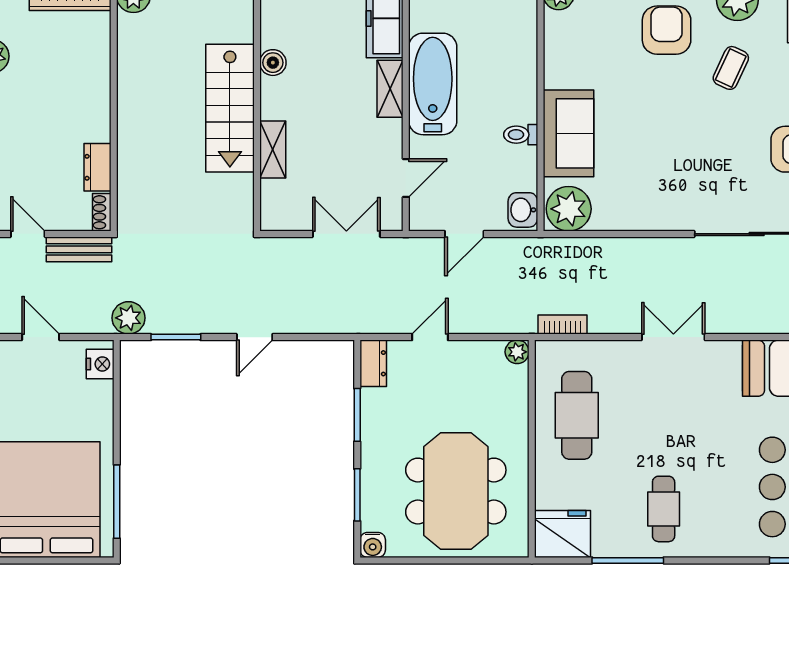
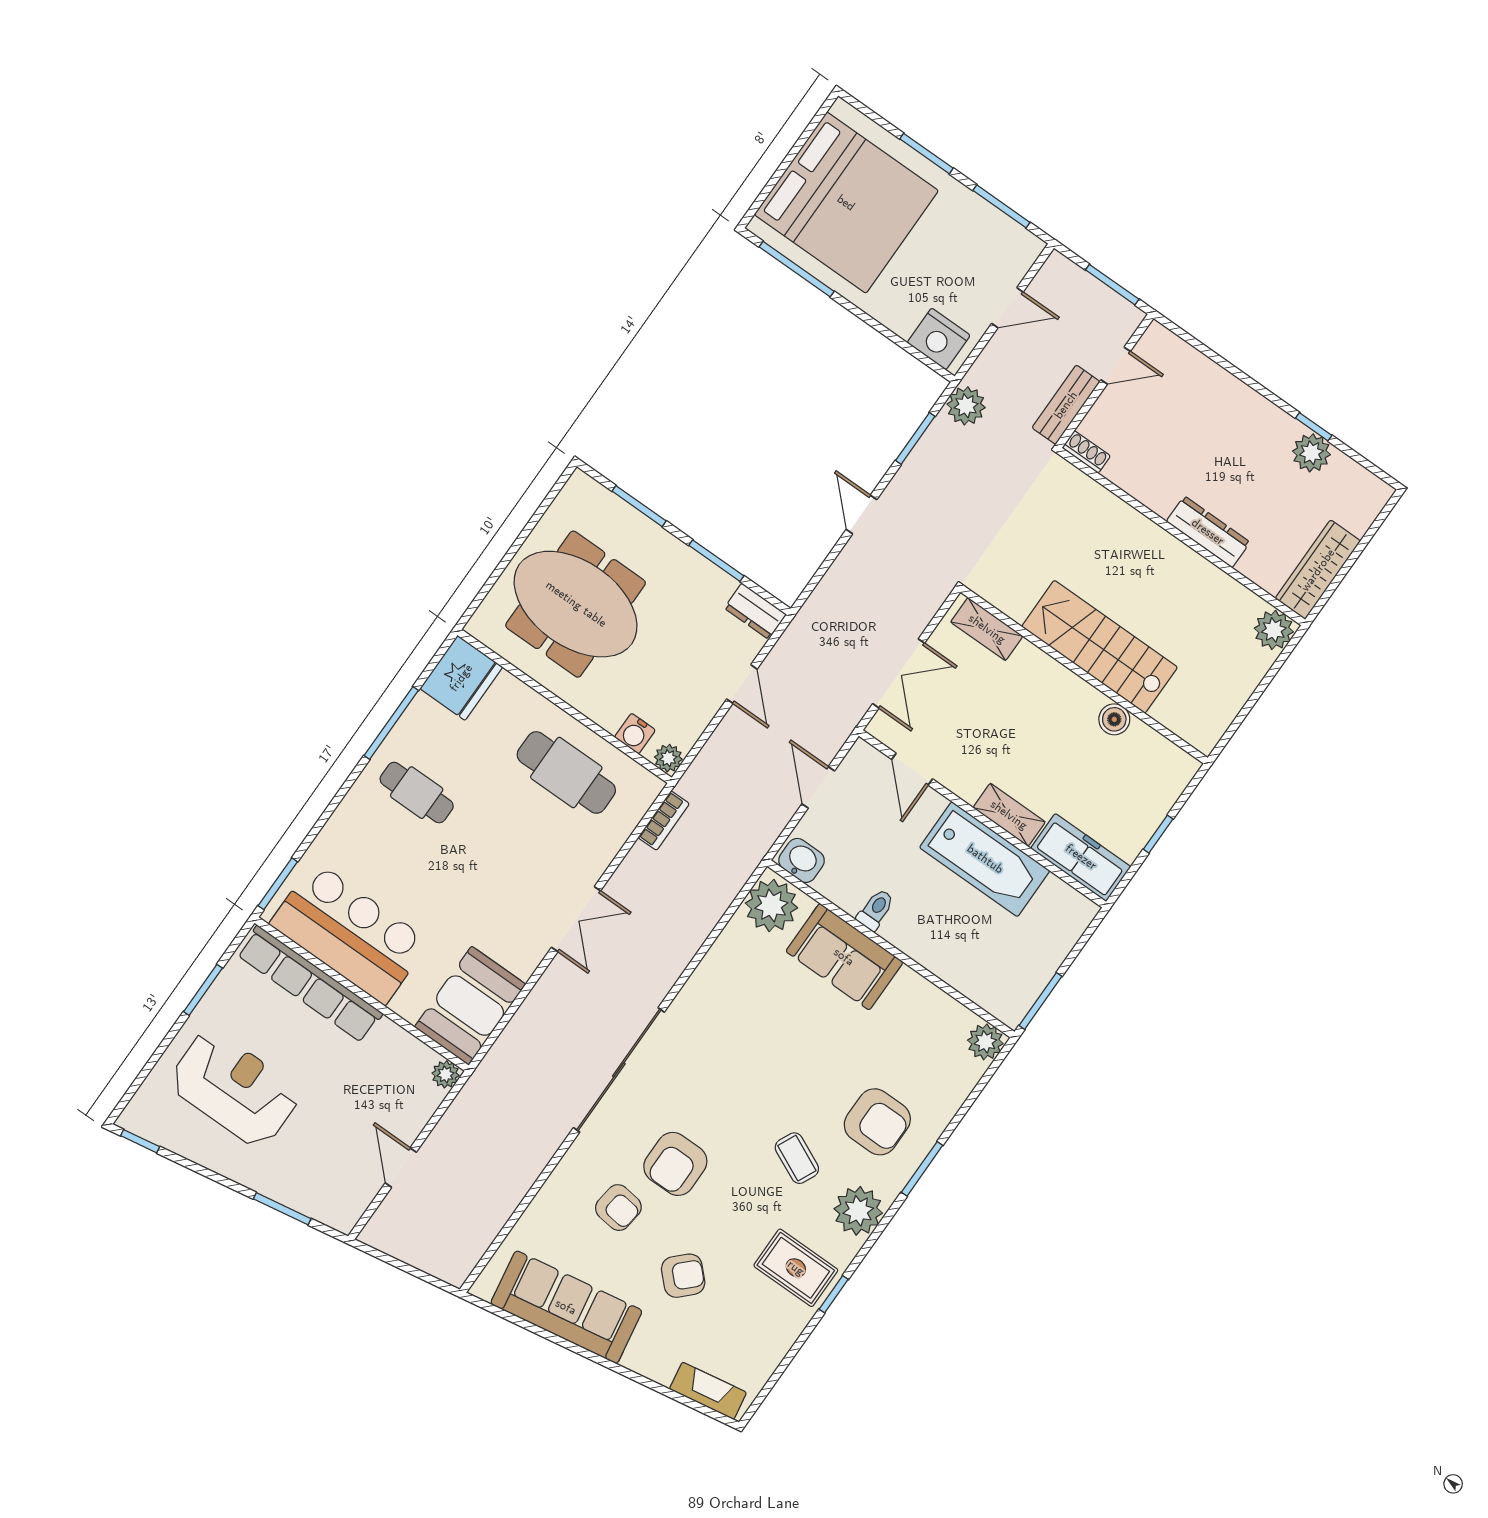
shelving: (273, 150) -> (987, 629), moved
dresser: (98, 167) -> (1208, 532), moved, width x1.44
nightstand: (100, 364) -> (939, 339), width x1.36, depth x1.33
water cooler: (373, 545) -> (635, 734), moved, turned -90

